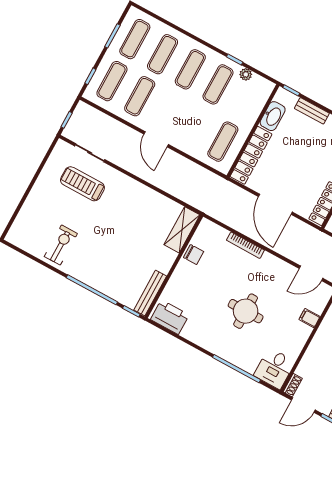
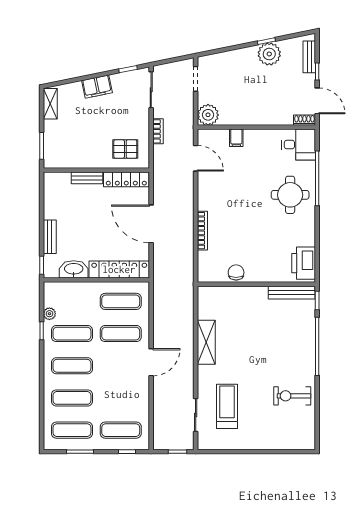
exercise mat: (140, 96) -> (121, 334), moved
treadmill: (82, 184) -> (227, 406), turned 180
door: (275, 204) -> (151, 224), swing flipped
shelving: (182, 230) -> (206, 342), moved, turned 90
round table: (246, 311) -> (290, 195), moved

